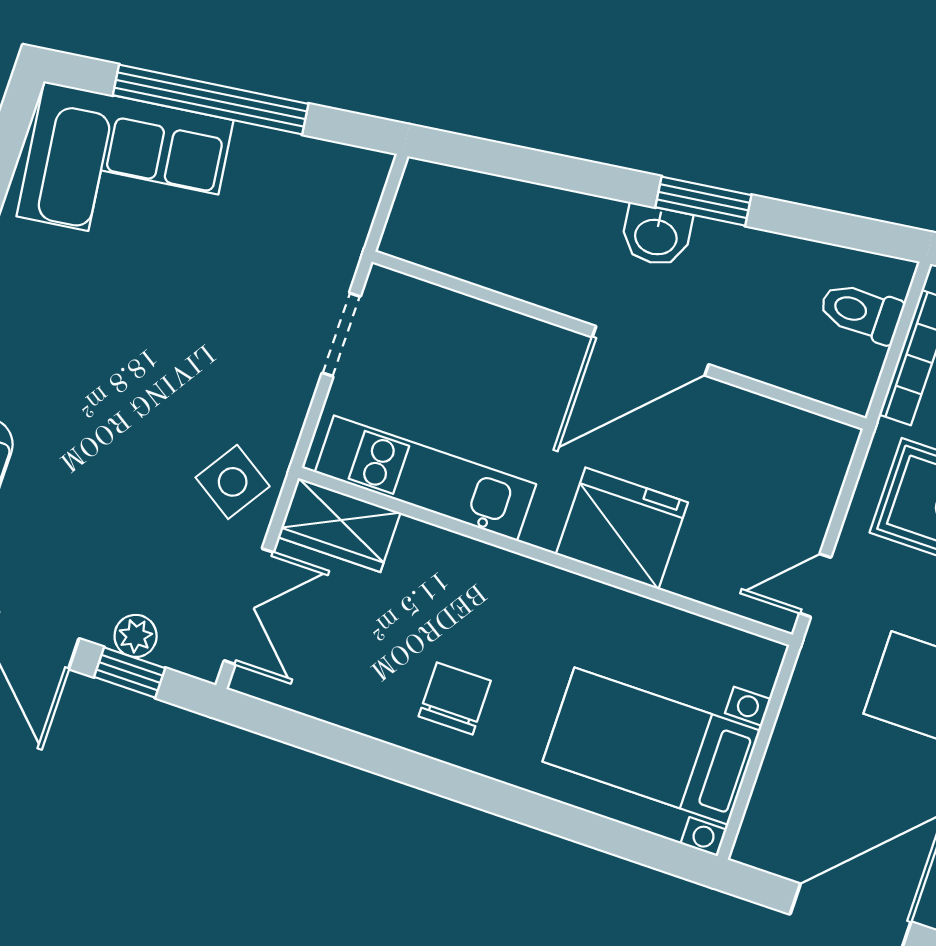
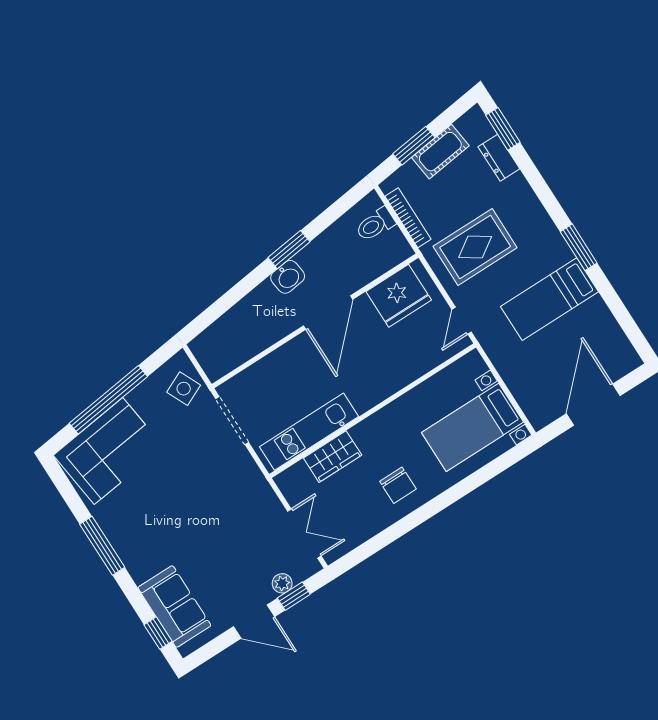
doorway: (341, 335) -> (232, 421), width x1.38
side table: (233, 482) -> (184, 389), moved, turned 32
wardrobe: (339, 525) -> (333, 457), moved
fridge: (622, 528) -> (399, 296), moved, turned 180
chair: (455, 699) -> (398, 485), turned 180

